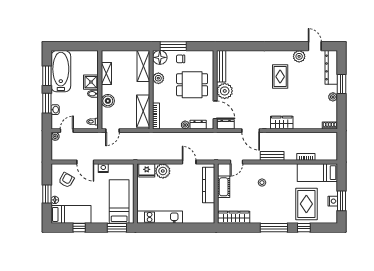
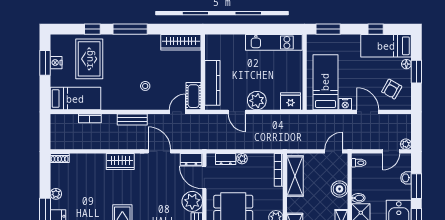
plant: (163, 171) -> (257, 101), moved
cot: (224, 187) -> (194, 96), moved
bed: (119, 202) -> (325, 82), moved, turned 180

